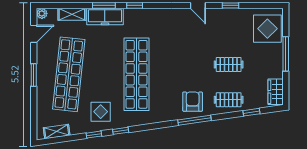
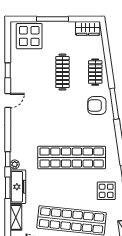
plant: (129, 13) -> (15, 164), added
clothes rail: (229, 64) -> (62, 72), width x1.36
window: (252, 112) -> (107, 51), removed

